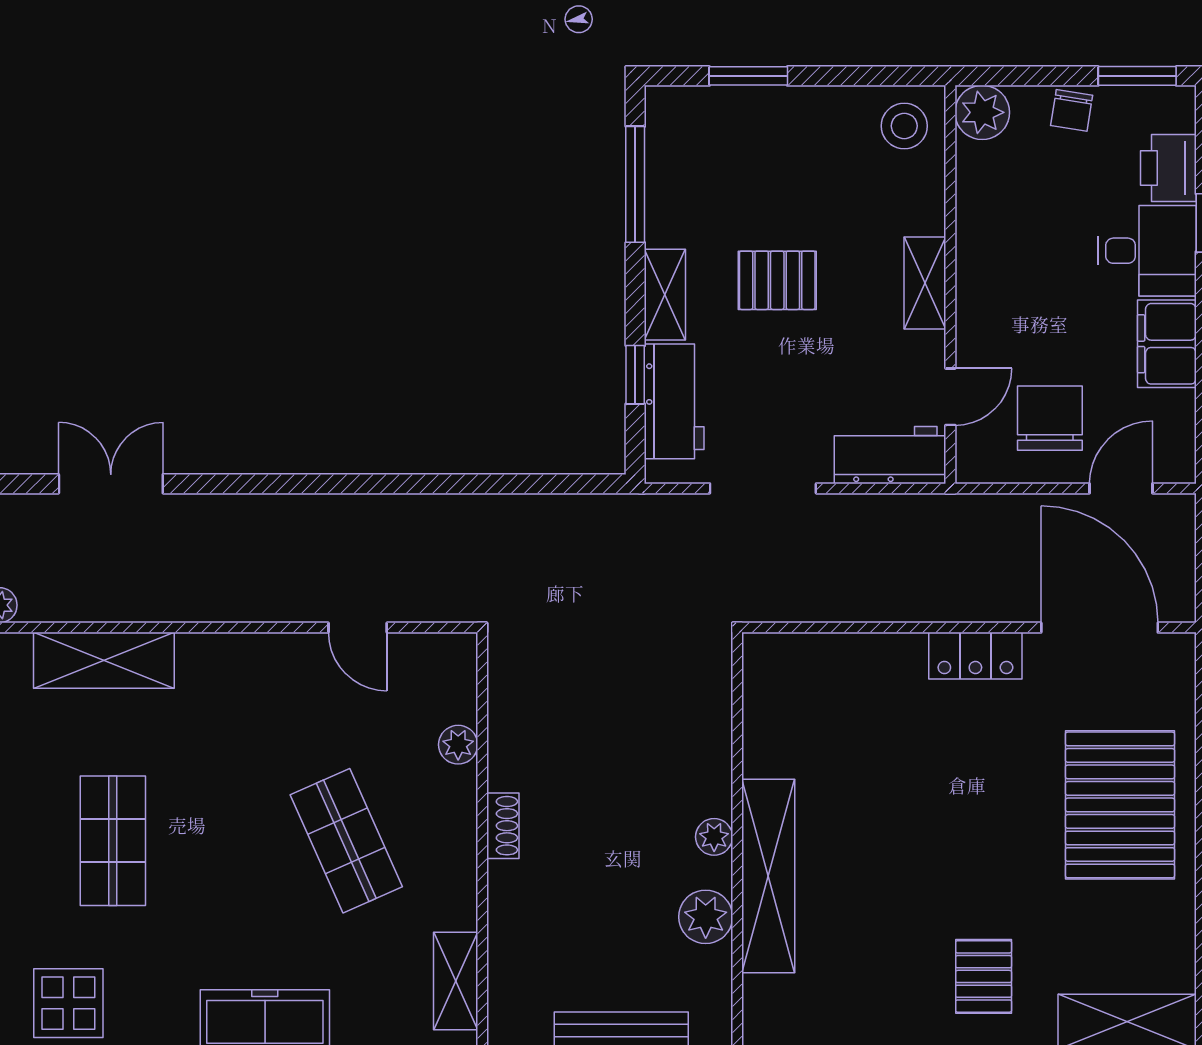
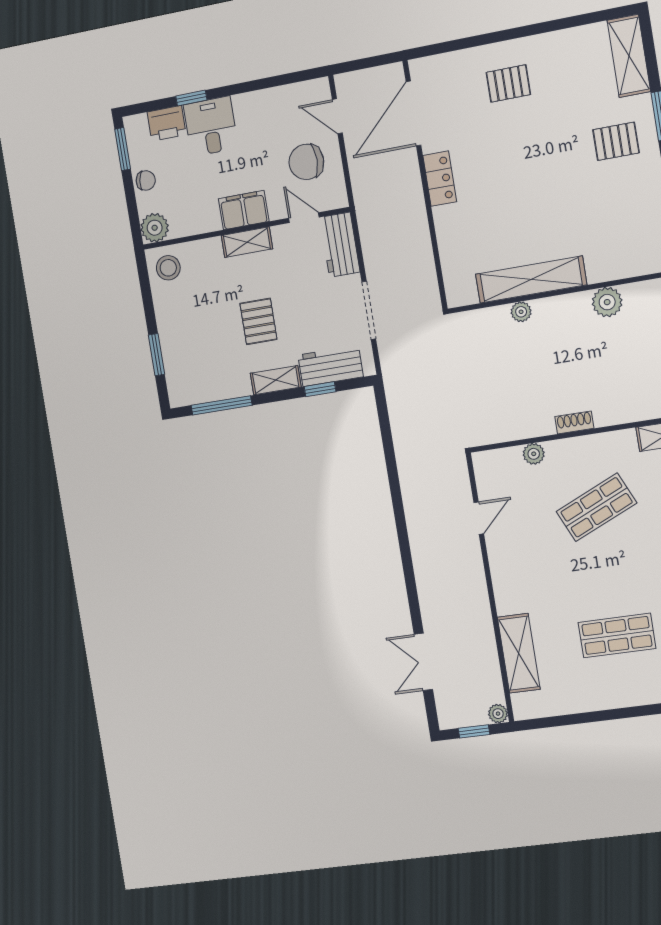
filing cabinet: (1167, 344) -> (244, 210), moved, turned 180
pallet: (1120, 805) -> (508, 83), width x0.49, depth x0.50
plant: (714, 837) -> (521, 312), moved
shelving: (768, 876) -> (531, 279), moved

